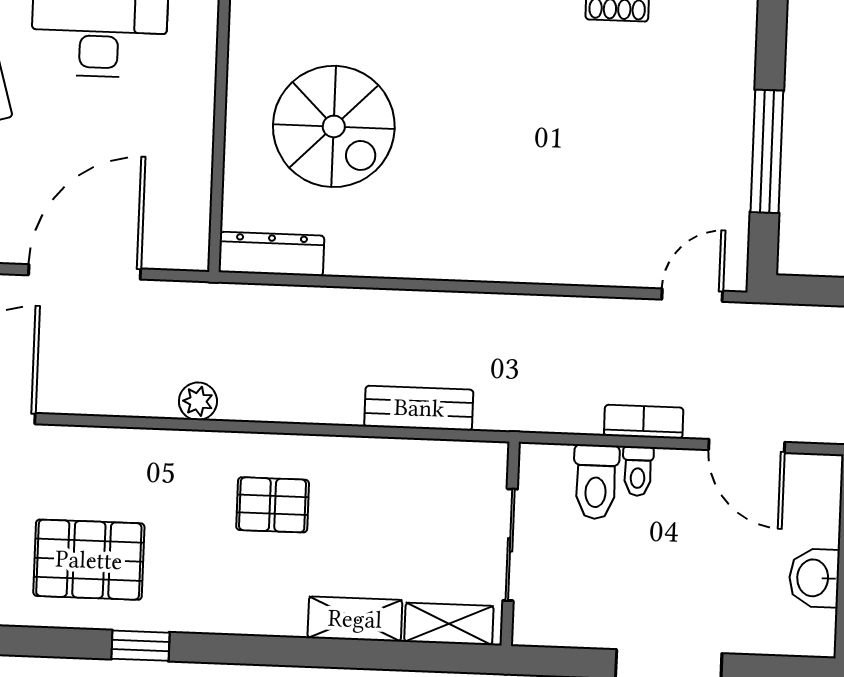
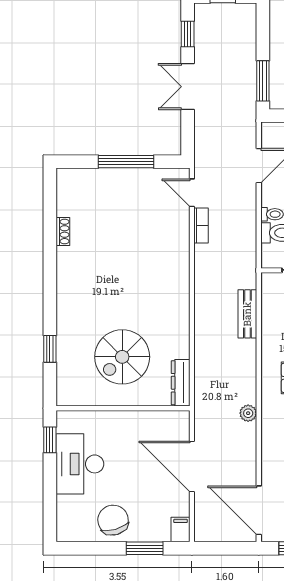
spiral stairs: (334, 126) -> (122, 357), turned 180
bookcase: (644, 422) -> (201, 225), moved, turned 180

